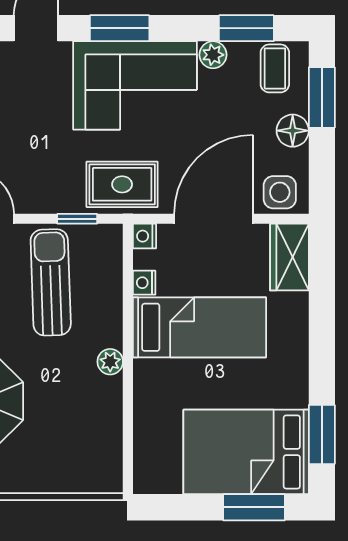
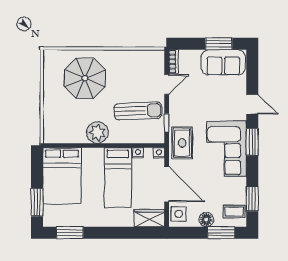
plant: (213, 55) -> (240, 184), removed
plant: (110, 362) -> (97, 133), width x1.88, depth x1.88
bed: (246, 452) -> (62, 176), moved, turned 180

